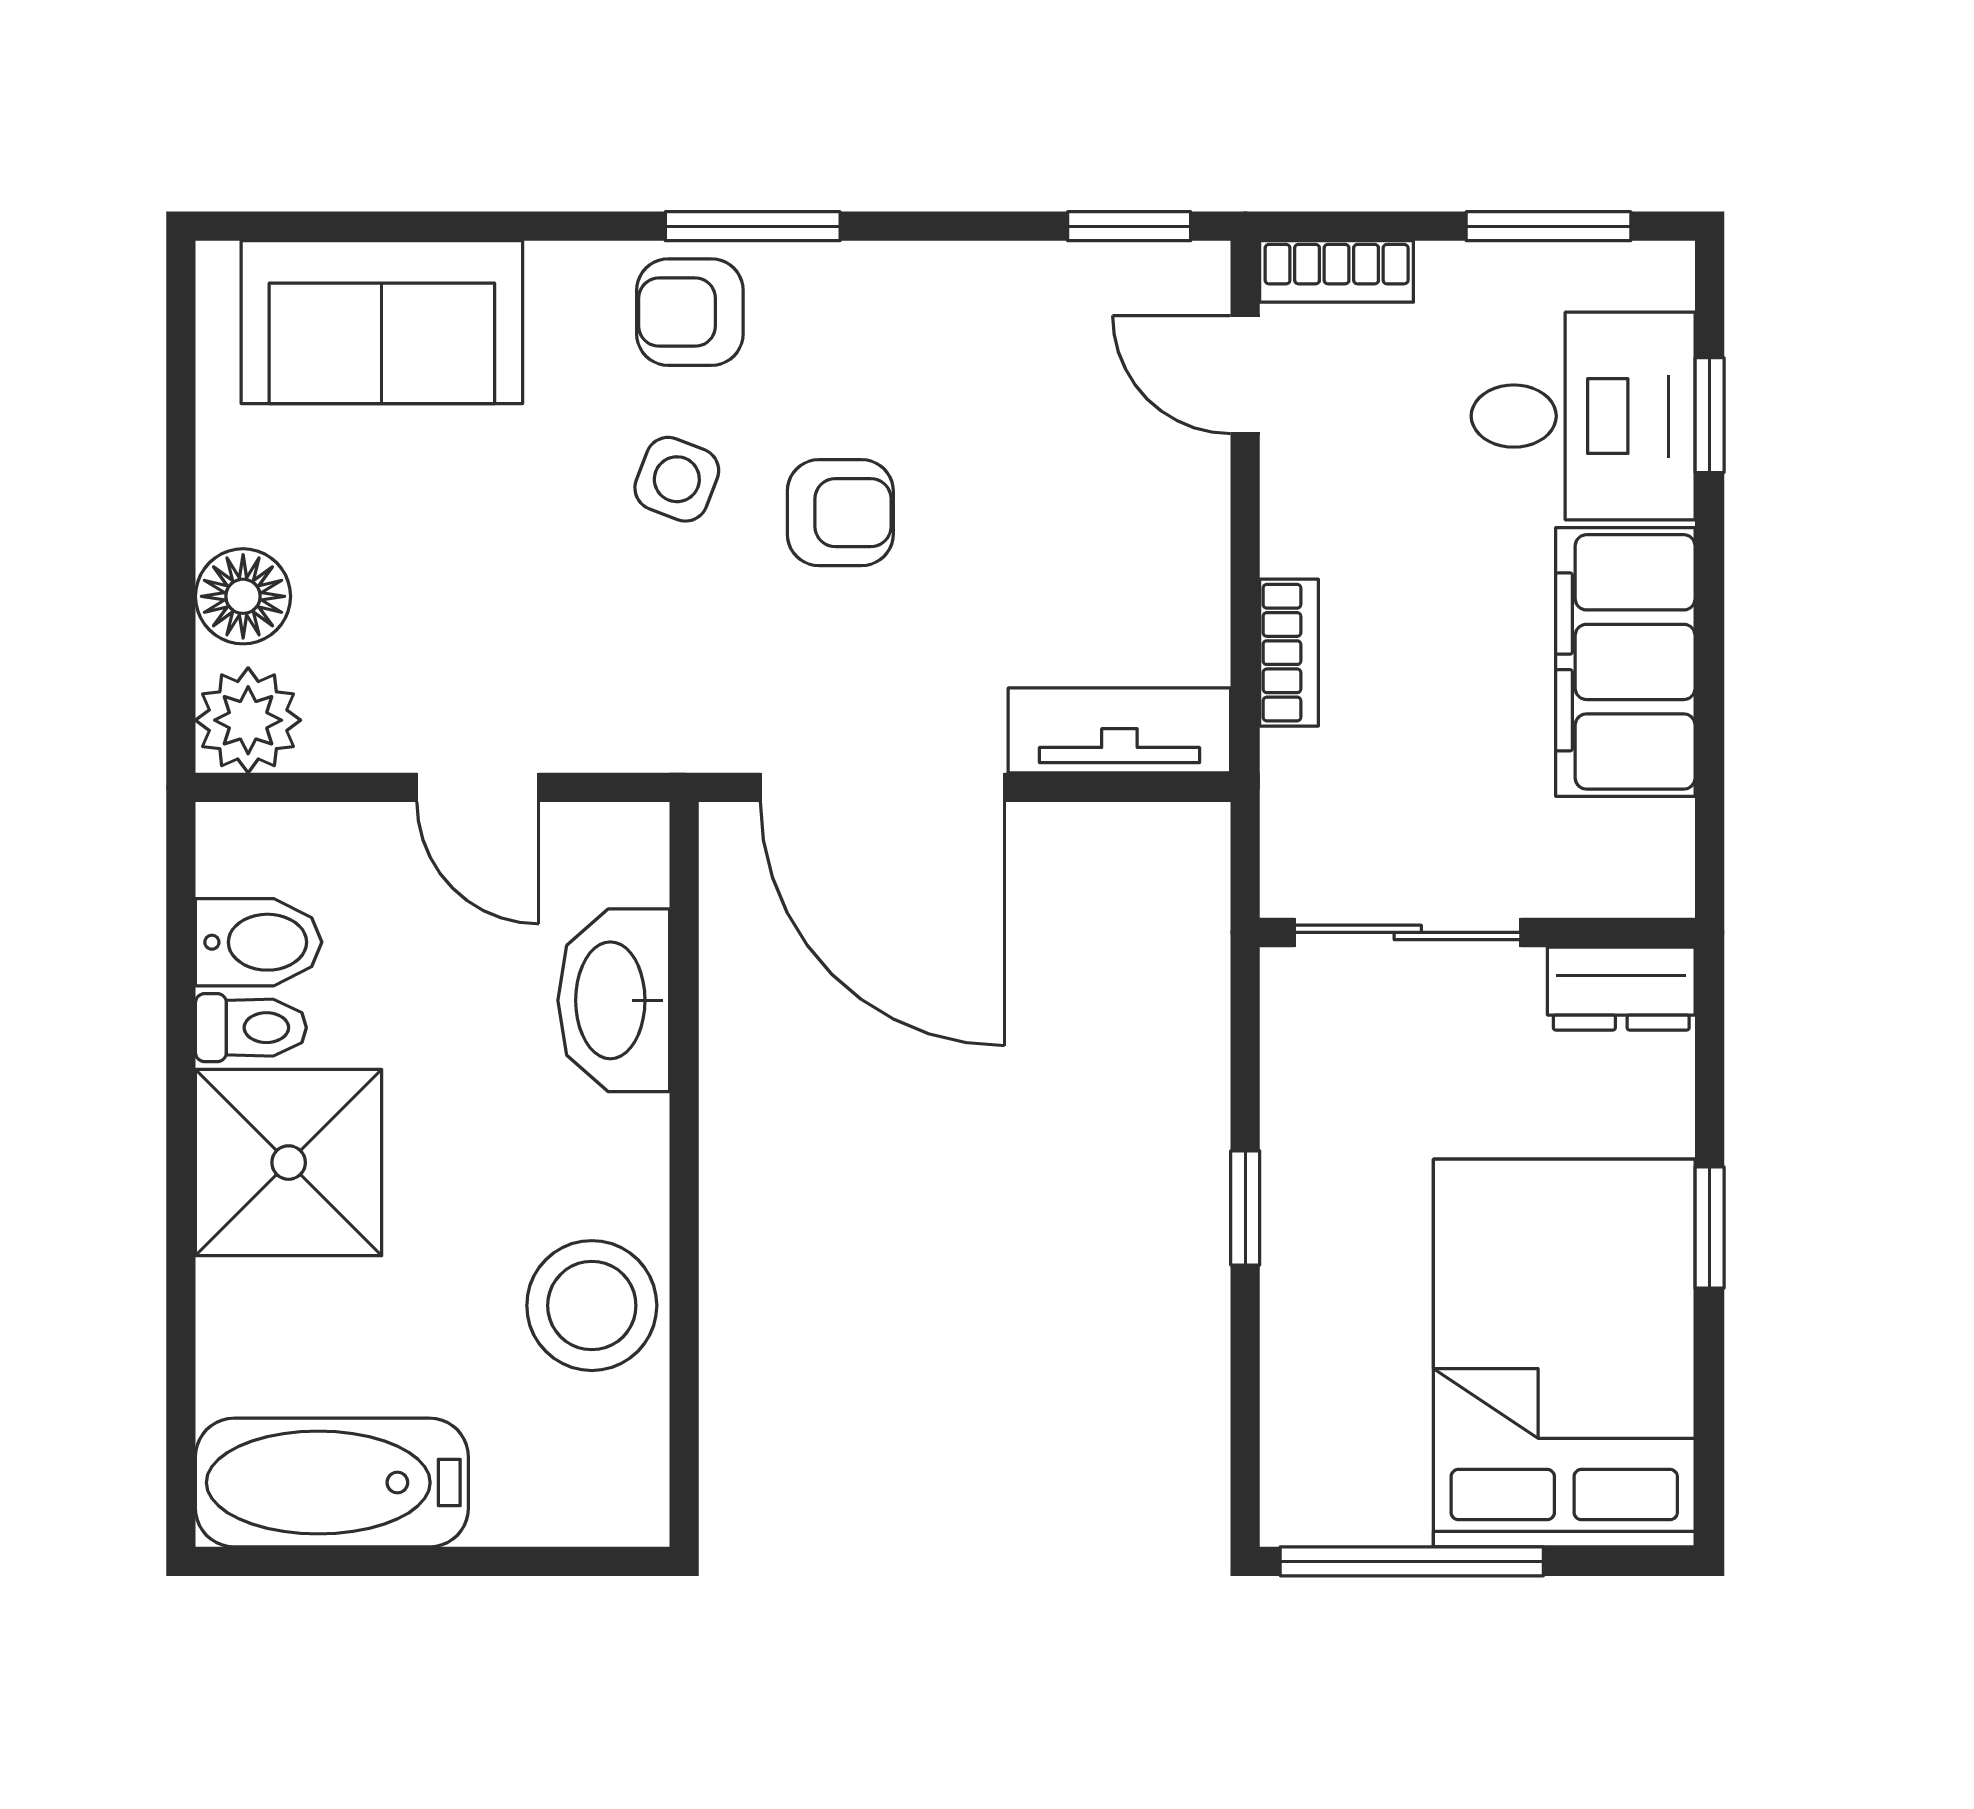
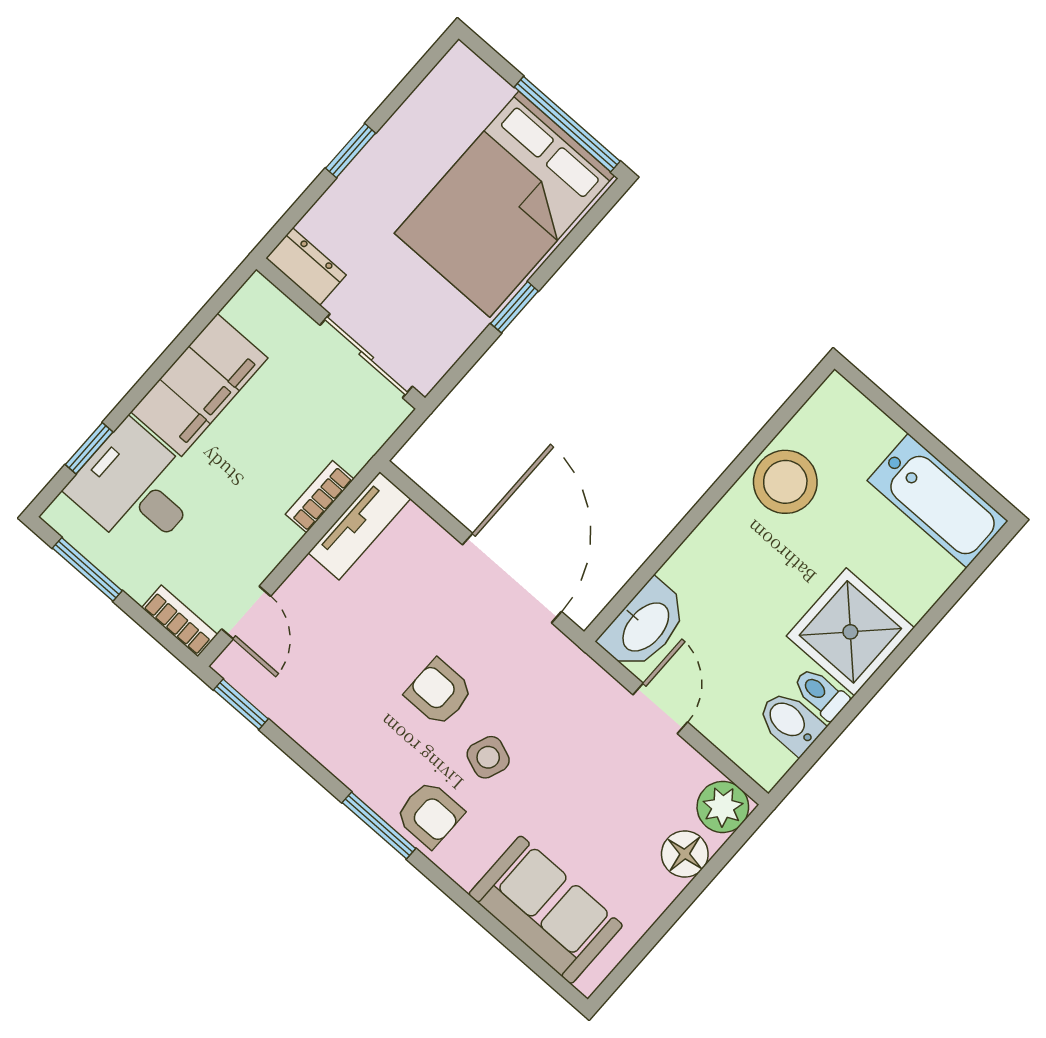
tv unit: (1119, 730) -> (359, 526), moved, turned -90
washbasin: (614, 1000) -> (645, 626), moved
bed: (1564, 1353) -> (504, 204), moved

